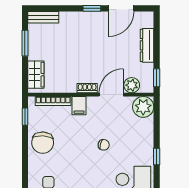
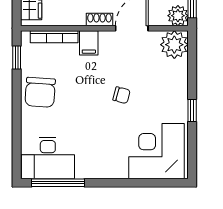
plant: (132, 85) -> (178, 16), moved

